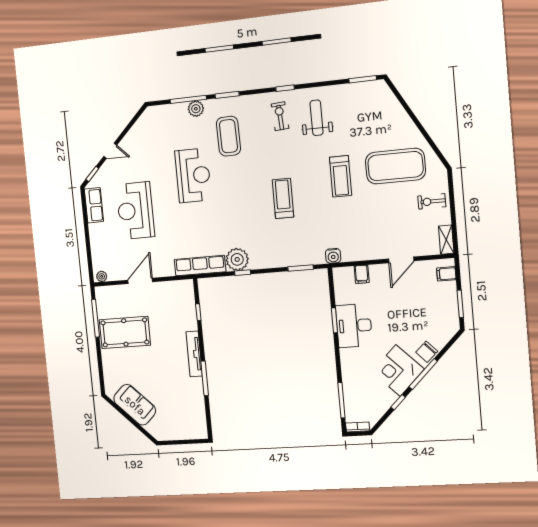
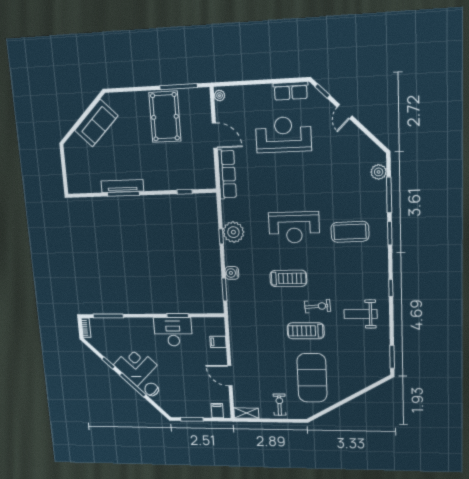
plant: (196, 109) -> (379, 172), moved
exercise bike: (280, 116) -> (317, 306), moved
weight bench: (317, 118) -> (361, 314), turned 180
reception desk: (193, 175) -> (294, 227), moved
water cooler: (333, 256) -> (232, 273), moved
row of seats: (200, 266) -> (227, 174), moved
tv unit: (194, 354) -> (122, 186), moved

